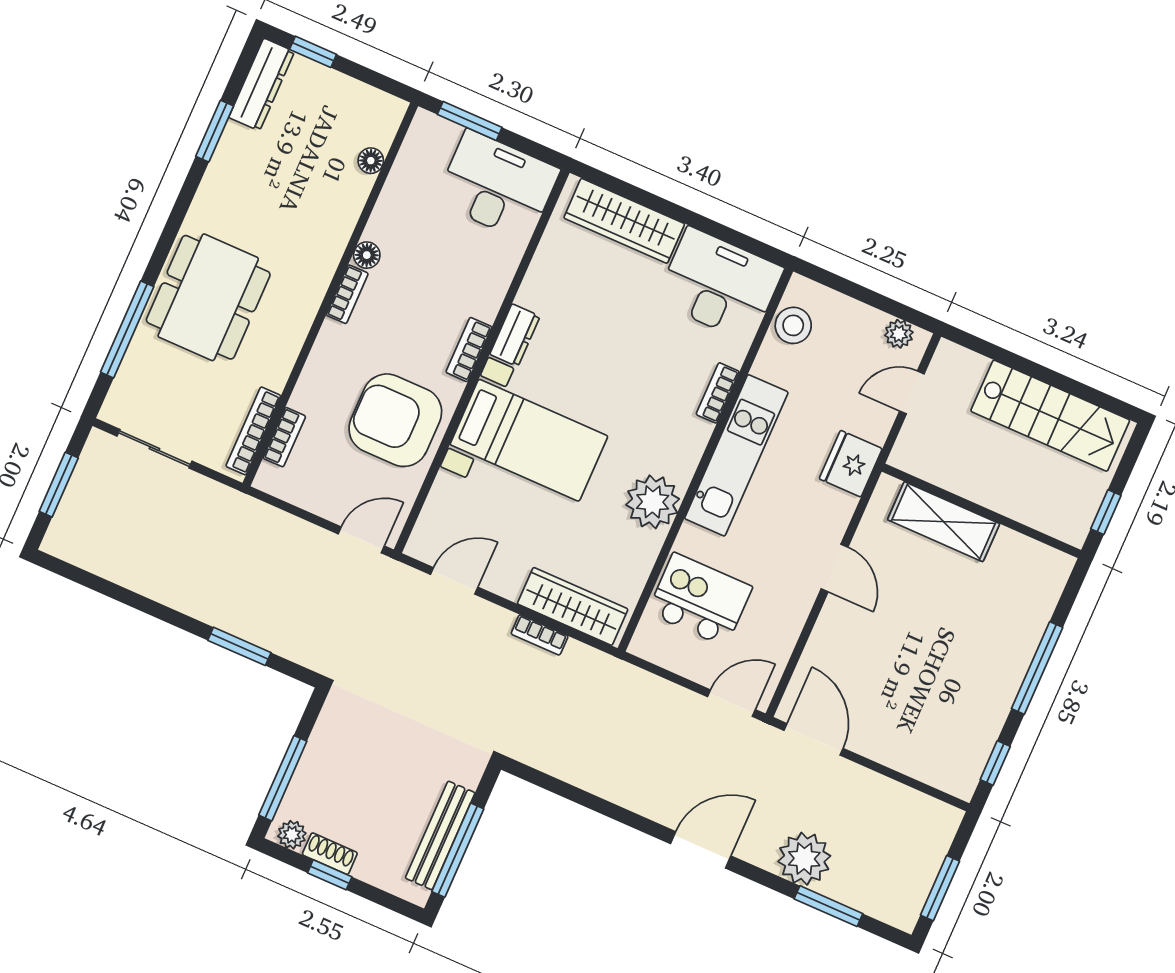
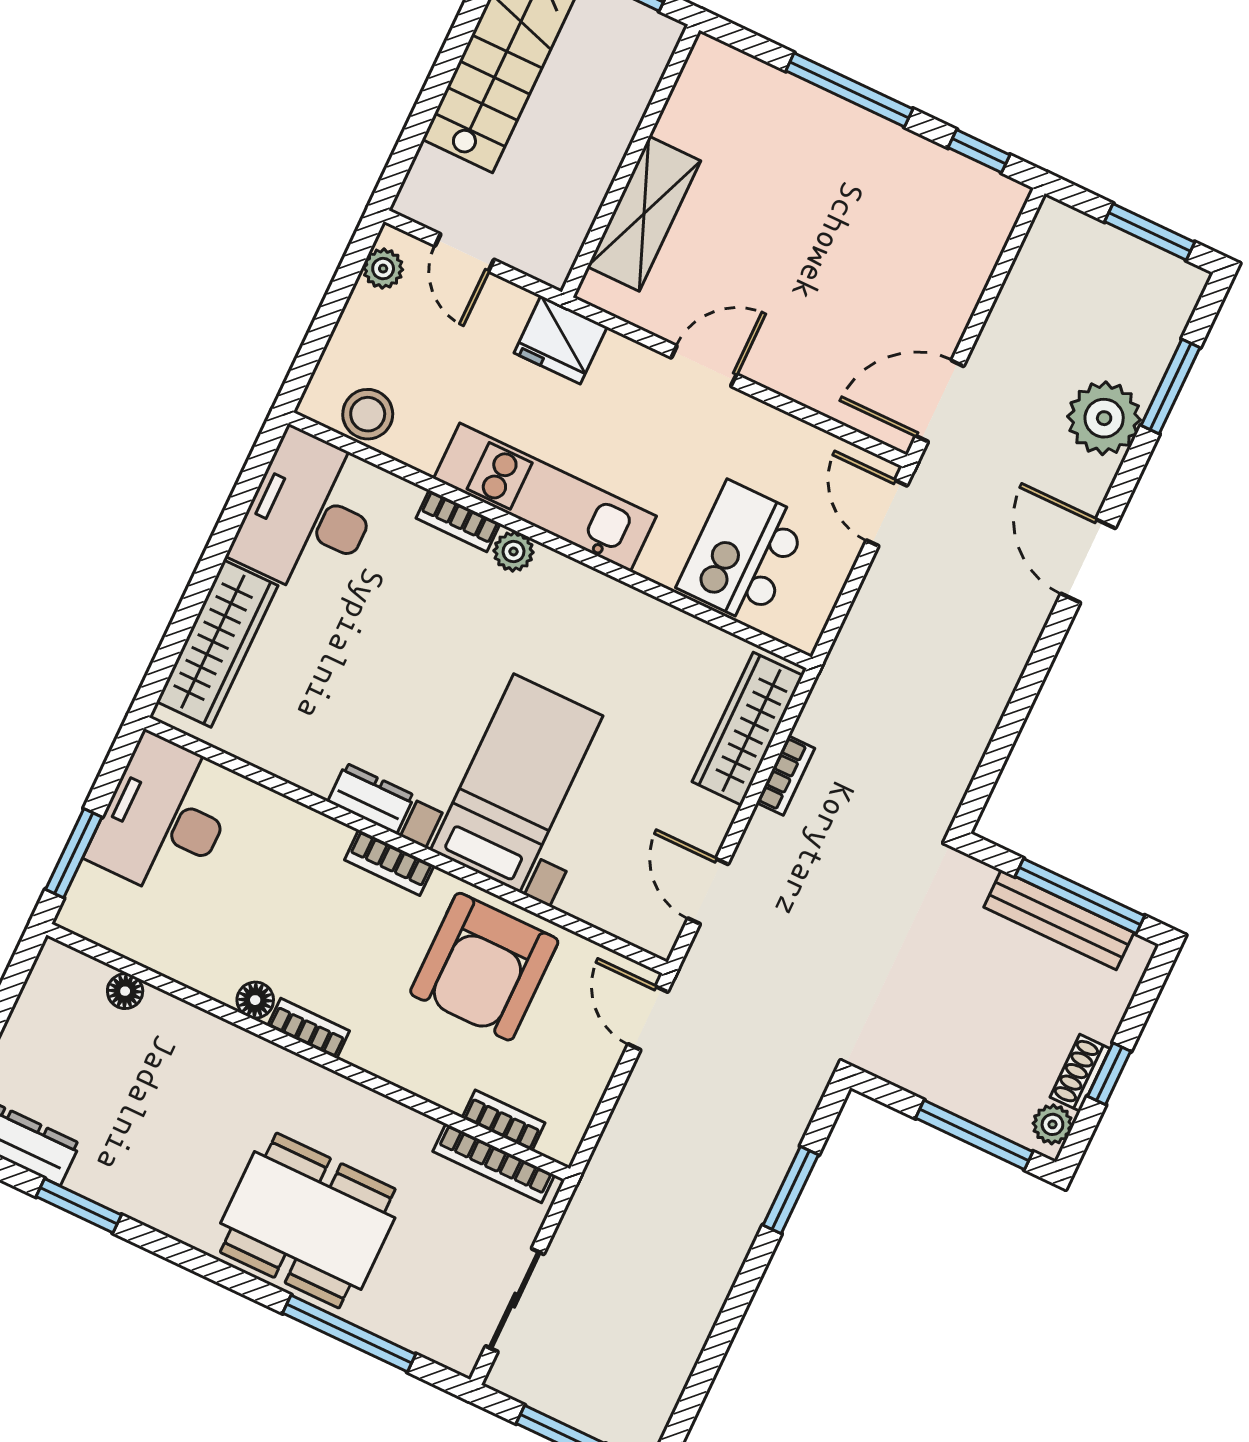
plant: (653, 502) -> (514, 552), moved, width x0.53, depth x0.53

